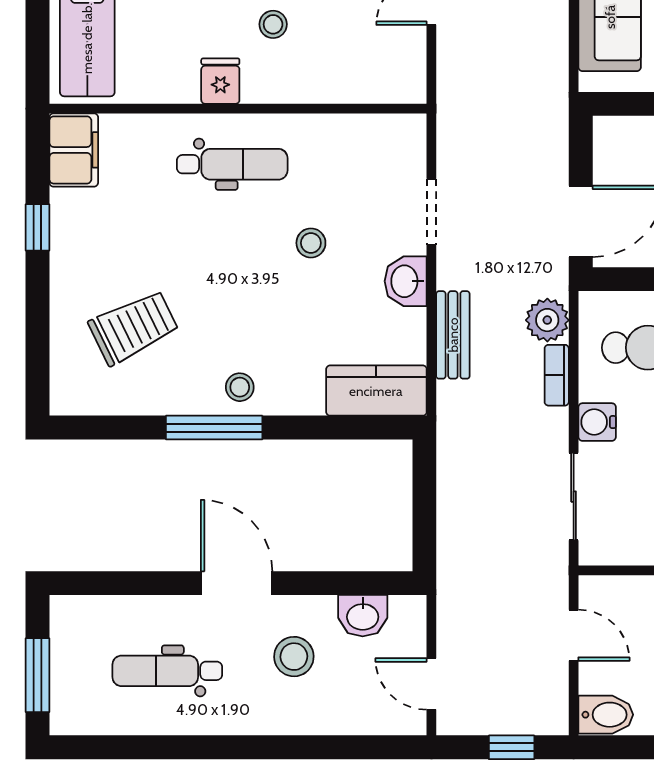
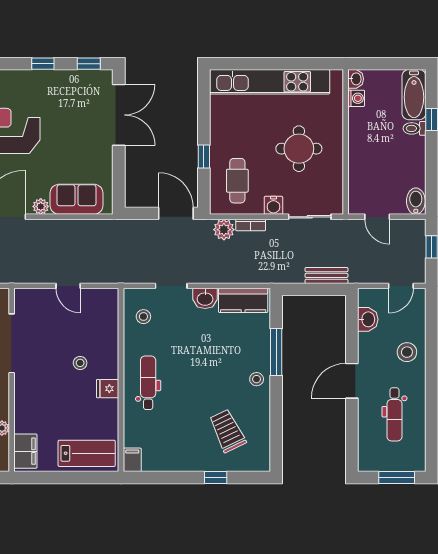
filing cabinet: (74, 150) -> (132, 460), width x0.50
window: (37, 227) -> (216, 477), moved
stool: (311, 243) -> (143, 317), moved
bench: (453, 335) -> (326, 275), moved
kitchen counter: (376, 391) -> (243, 300), moved, turned -90
window: (214, 428) -> (276, 352), moved
door: (574, 635) -> (377, 217), swing flipped
stool: (294, 657) -> (407, 352), moved

